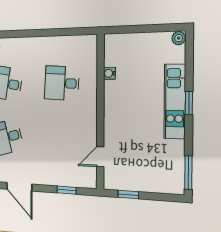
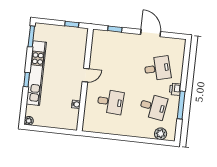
kitchen unit: (175, 101) -> (36, 73), width x1.36
door: (100, 157) -> (86, 75), moved

